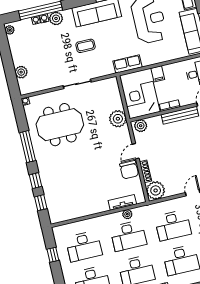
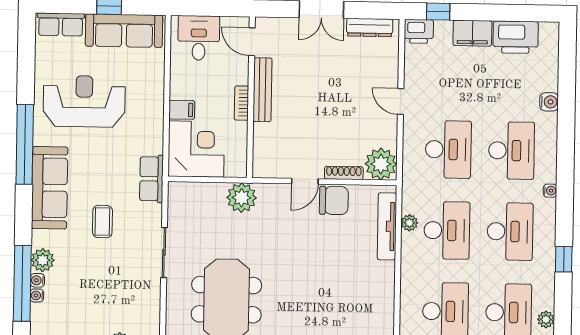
row of seats: (128, 64) -> (151, 179), moved
corner desk: (141, 100) -> (196, 149), moved, turned 180
plant: (141, 126) -> (263, 162), removed
door: (136, 151) -> (305, 181), hinge flipped
tv unit: (122, 202) -> (387, 226), width x1.41

